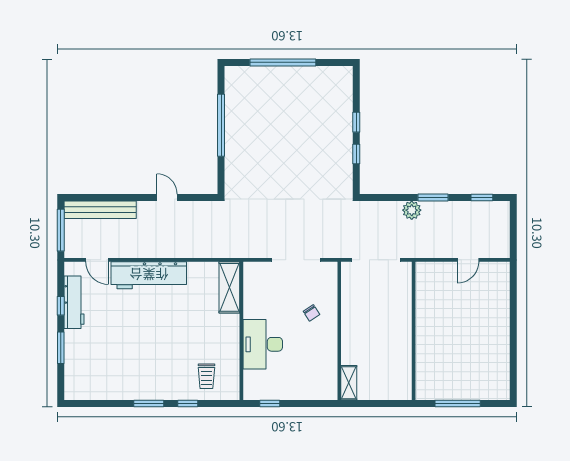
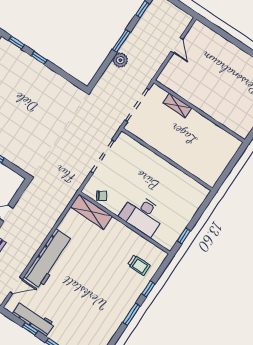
window: (356, 154) -> (16, 43), moved
chair: (312, 313) -> (102, 196), moved
shelving: (349, 383) -> (177, 105), moved

